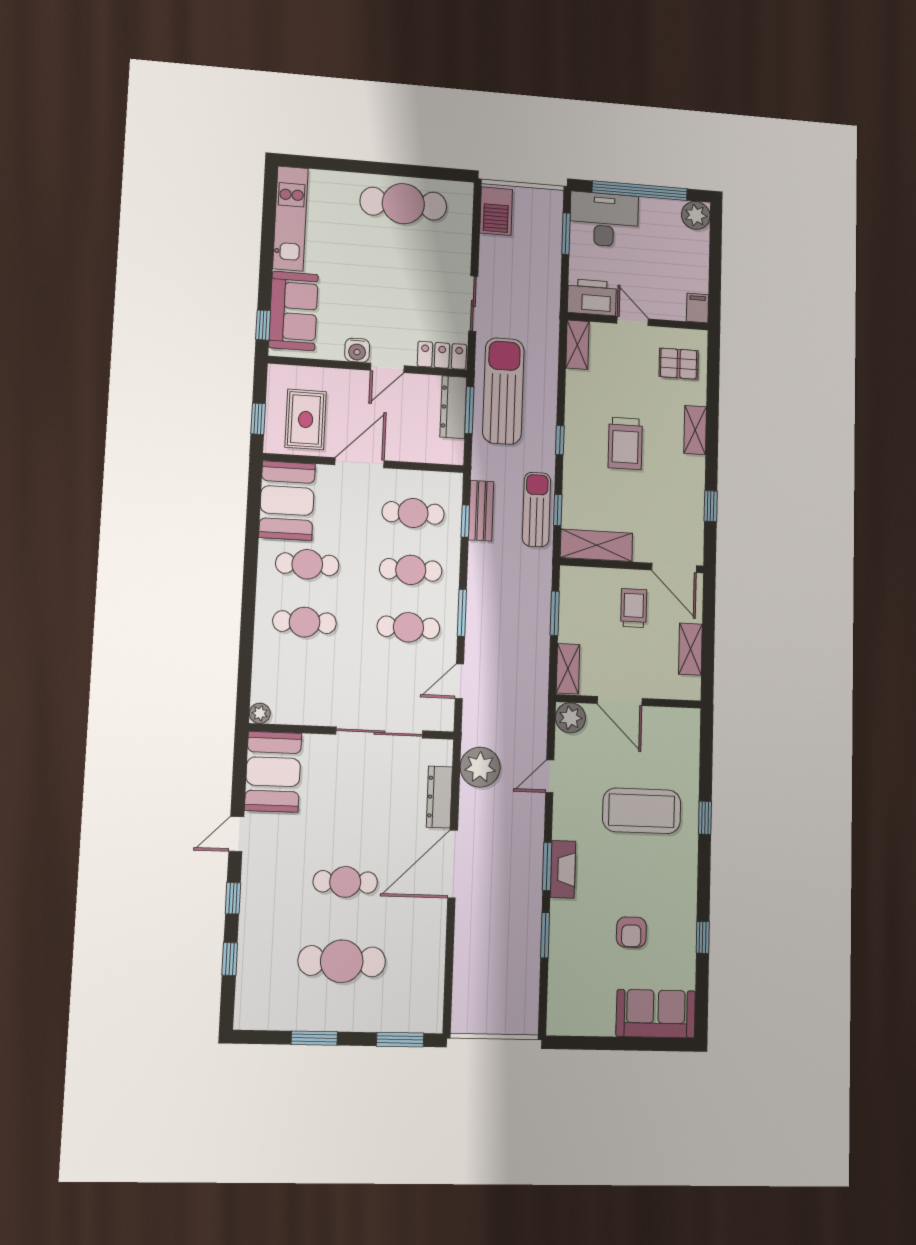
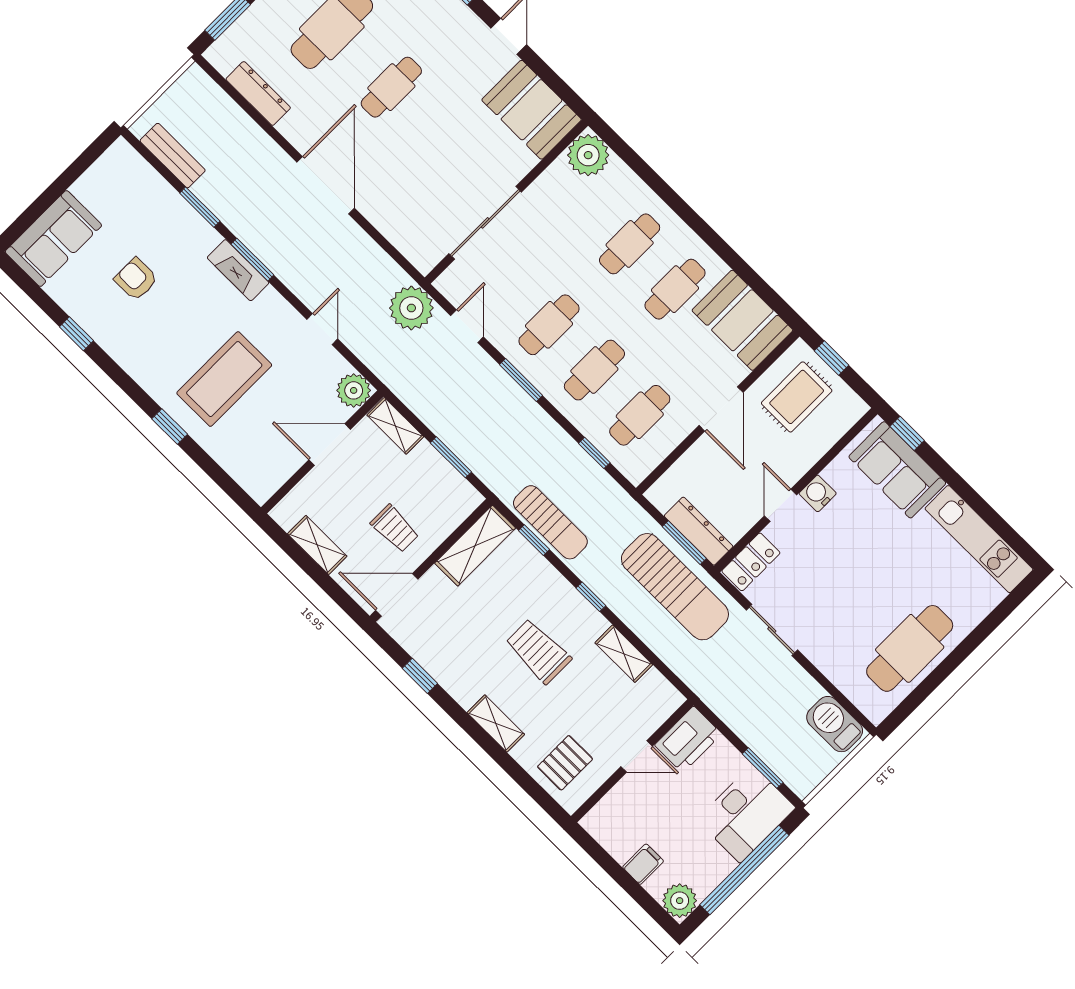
filing cabinet: (697, 308) -> (643, 864), moved, turned -90
shelving: (577, 345) -> (624, 654), moved
rug: (306, 419) -> (797, 397), turned 90
bench: (481, 511) -> (173, 156), moved
plant: (260, 713) -> (588, 155), width x1.88, depth x1.88
plant: (480, 767) -> (411, 308), moved
dresser: (439, 797) -> (258, 93), moved

